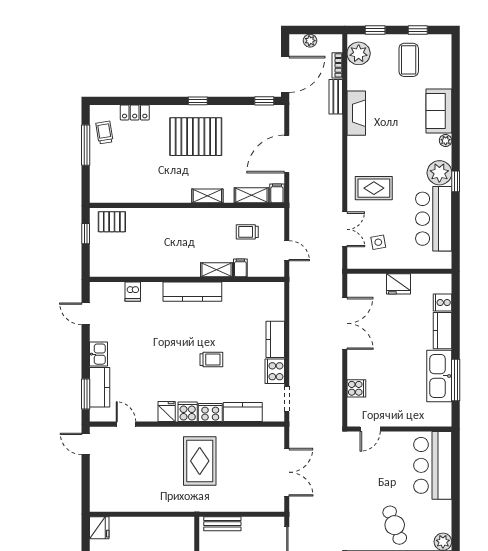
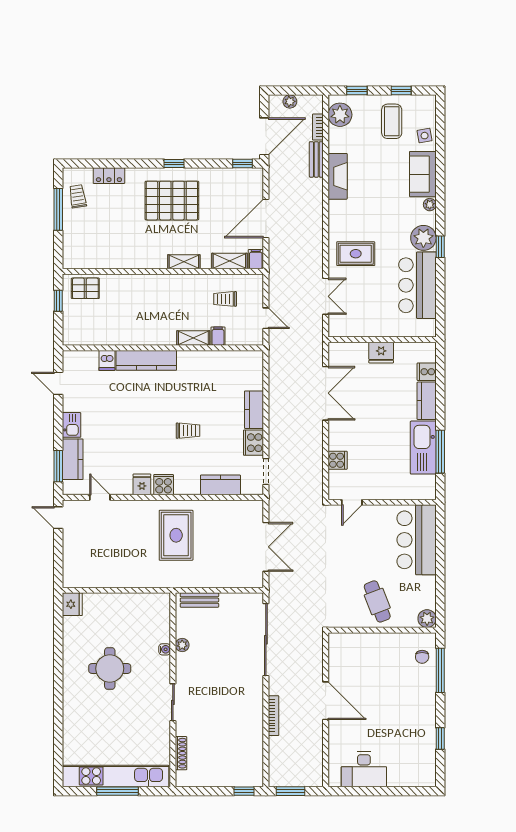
side table: (378, 242) -> (425, 136), moved
kitchen counter: (192, 292) -> (146, 360), moved
cooker: (210, 413) -> (187, 485), removed

